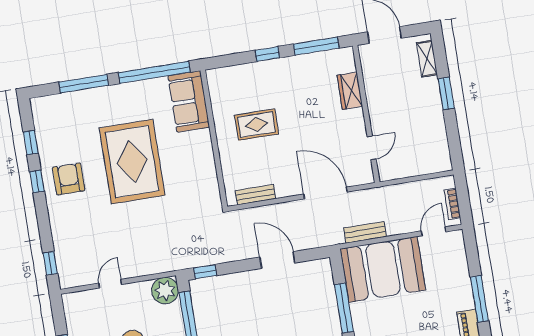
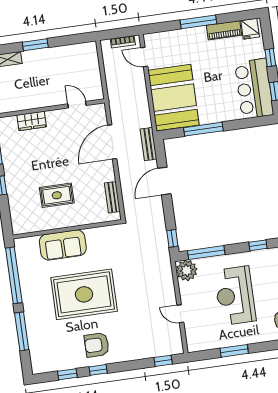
sofa: (189, 101) -> (63, 245), moved
rug: (257, 125) -> (57, 195), turned 90
bench: (365, 232) -> (148, 144), moved

